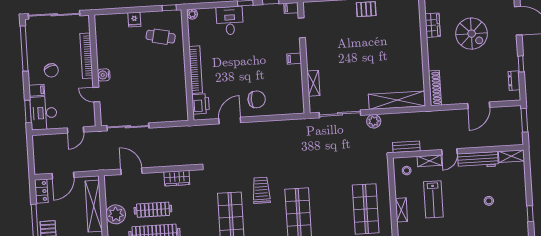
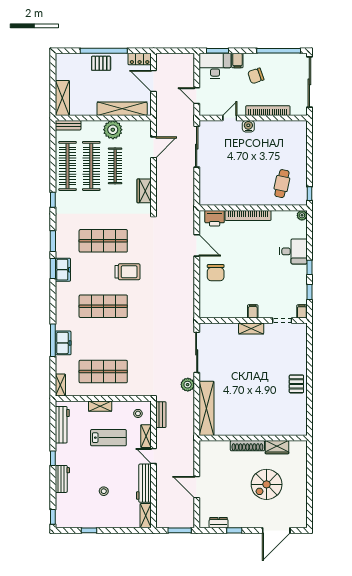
fridge: (134, 20) -> (300, 159), removed
shelving: (313, 83) -> (251, 329), moved
shoe rack: (435, 88) -> (247, 446), moved
lab bench: (433, 199) -> (108, 438), turned 180

